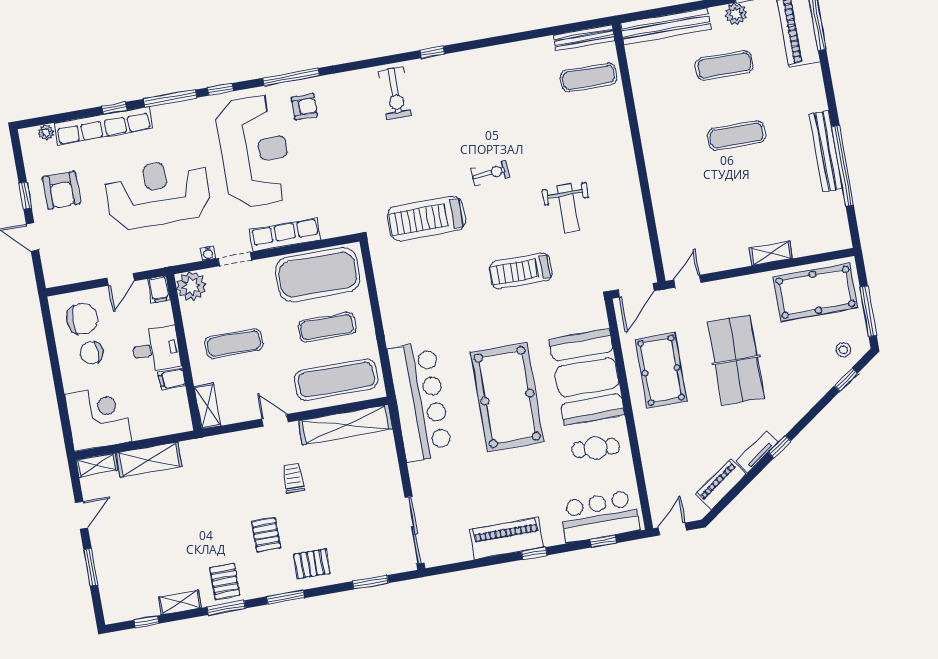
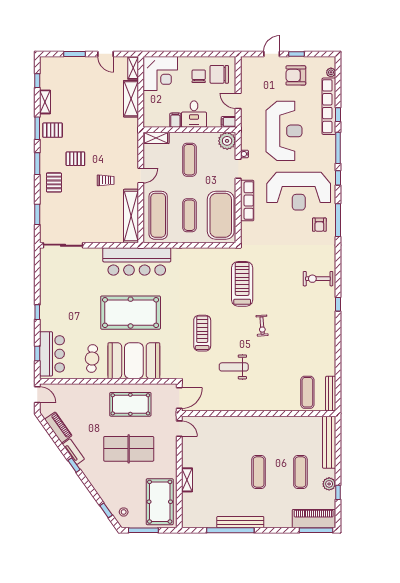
door: (636, 290) -> (179, 398), swing flipped
chair: (82, 319) -> (219, 74), turned 90
piano: (507, 539) -> (49, 298), removed

